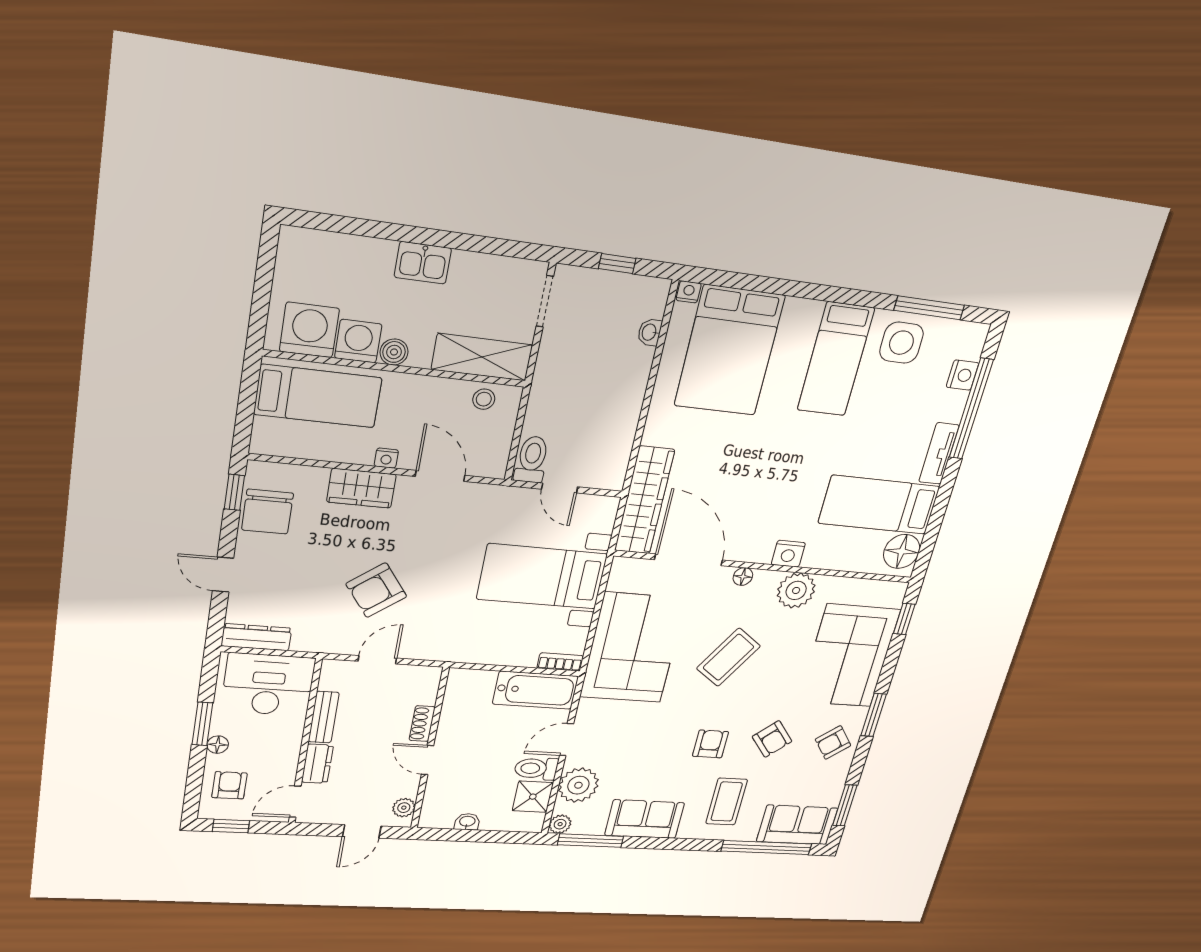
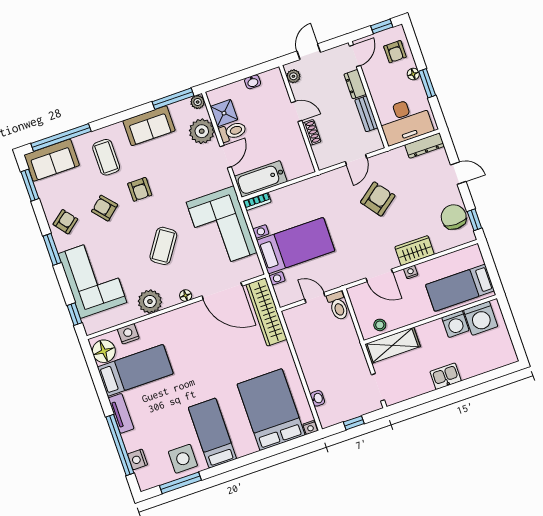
boiler: (394, 352) -> (436, 327), removed
nightstand: (788, 554) -> (128, 334), moved

